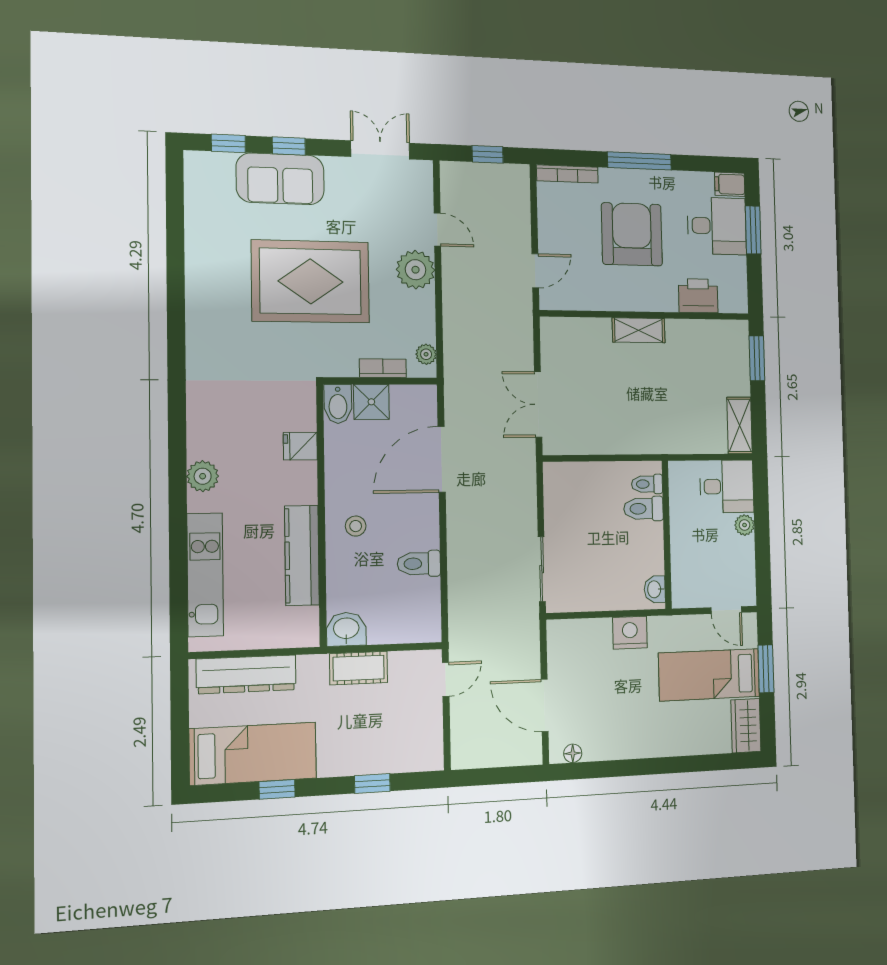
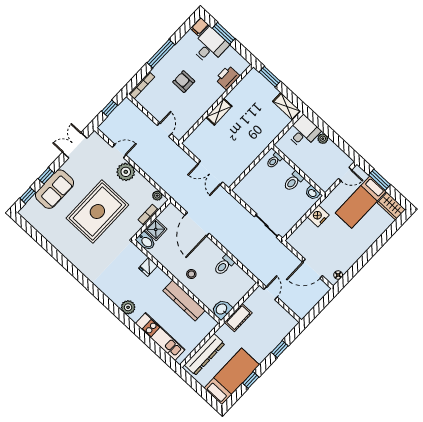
armchair: (632, 234) -> (184, 82), width x0.53, depth x0.53
toilet: (643, 509) -> (293, 181), moved

